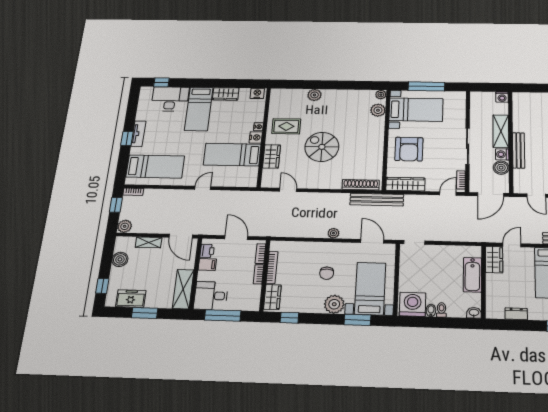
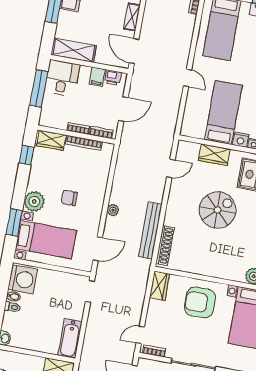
wardrobe: (405, 184) -> (160, 286), width x0.67
door: (448, 194) -> (140, 335), swing flipped
bench: (377, 200) -> (150, 231), moved
door: (181, 236) -> (134, 51), hinge flipped
bathtub: (472, 275) -> (70, 338), moved, turned -90

